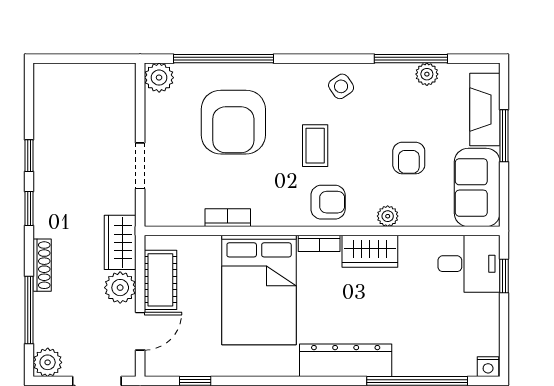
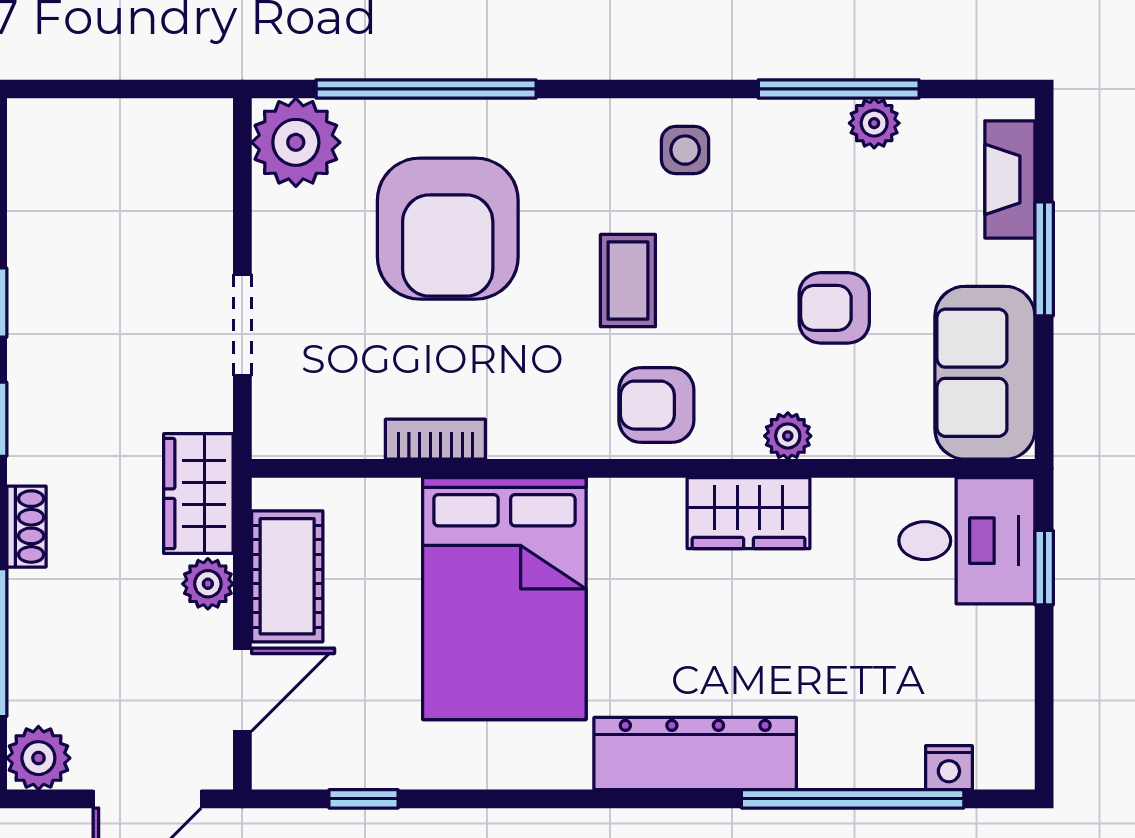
plant: (159, 78) -> (296, 142), width x1.36, depth x1.36
side table: (341, 86) -> (685, 150), turned 34
fireplace: (485, 110) -> (1010, 179), width x0.73, depth x0.76
armchair: (409, 158) -> (834, 308), turned 90
armchair: (328, 202) -> (656, 405), turned 180
bookcase: (319, 243) -> (637, 496), removed
shoe rack: (42, 265) -> (26, 527), width x0.70
plant: (120, 288) -> (208, 584), width x0.73, depth x0.73
nightstand: (488, 367) -> (949, 768), moved

